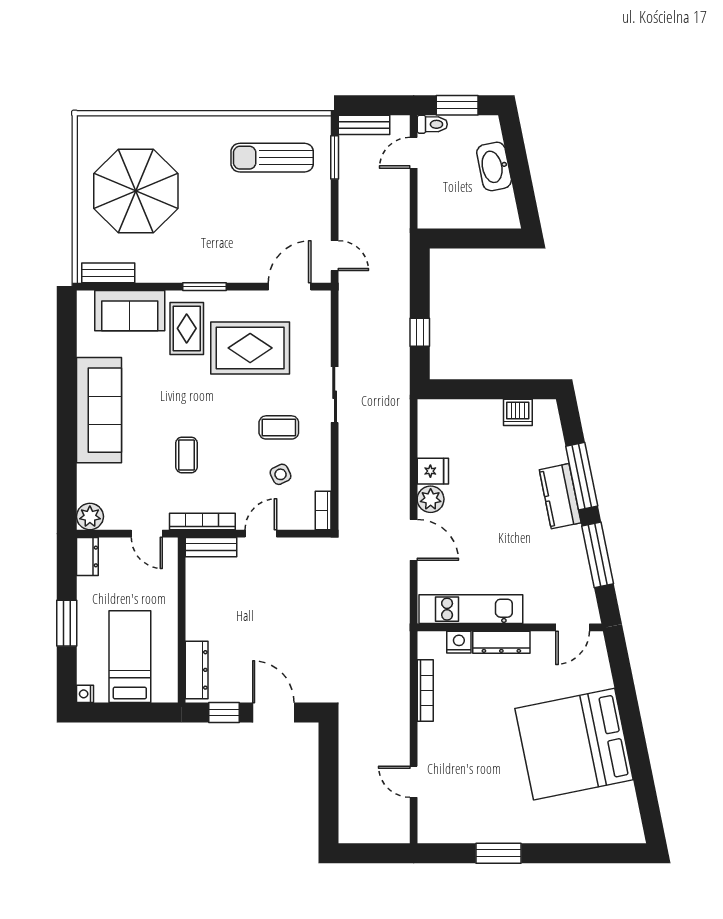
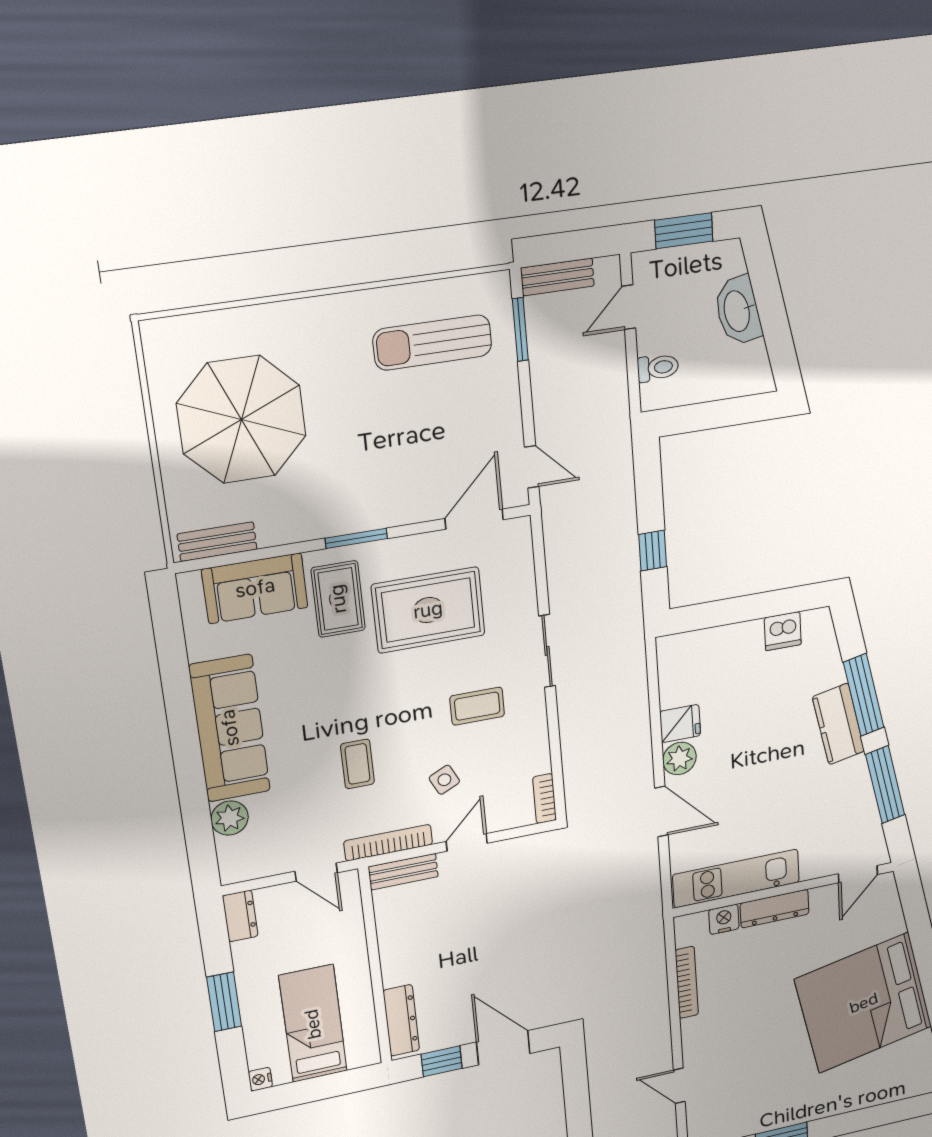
toilet: (432, 124) -> (658, 368), moved
side table: (281, 474) -> (444, 780), moved
plant: (90, 517) -> (230, 818), moved

